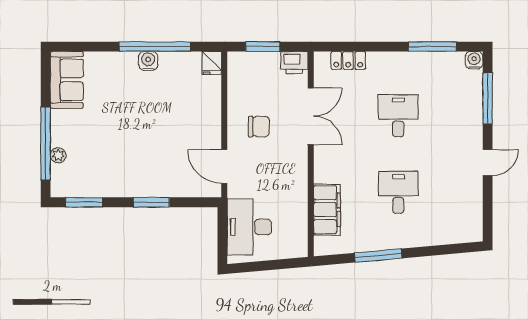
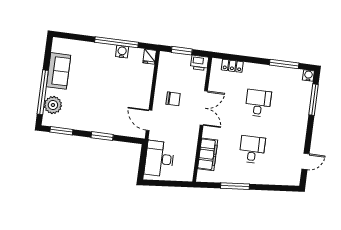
water cooler: (148, 61) -> (122, 52), moved
sofa: (67, 80) -> (59, 71), moved
double door: (311, 116) -> (204, 108), moved
plant: (58, 155) -> (53, 105), width x1.87, depth x1.87
door: (488, 163) -> (306, 161), moved

